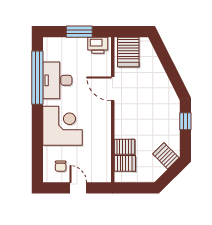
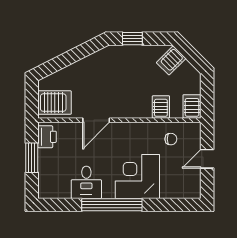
window: (37, 78) -> (112, 205), moved
desk: (57, 80) -> (86, 182), width x0.73
server rack: (125, 163) -> (192, 106), moved
chair: (61, 166) -> (171, 139), moved

